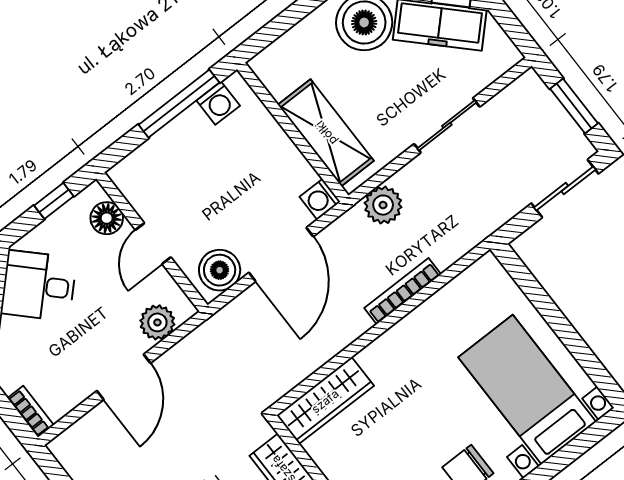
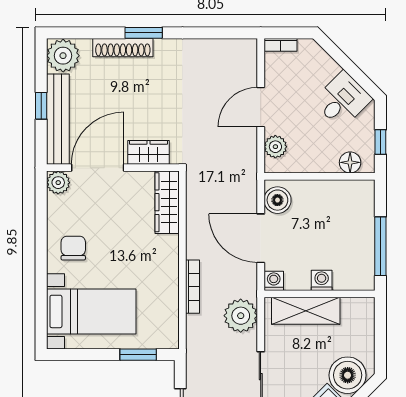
washing machine: (218, 103) -> (322, 280), moved, turned 90
plant: (383, 205) -> (241, 316), width x1.36, depth x1.36
door: (153, 244) -> (318, 176), removed
window: (535, 293) -> (138, 355), added
door: (124, 377) -> (261, 107), hinge flipped

